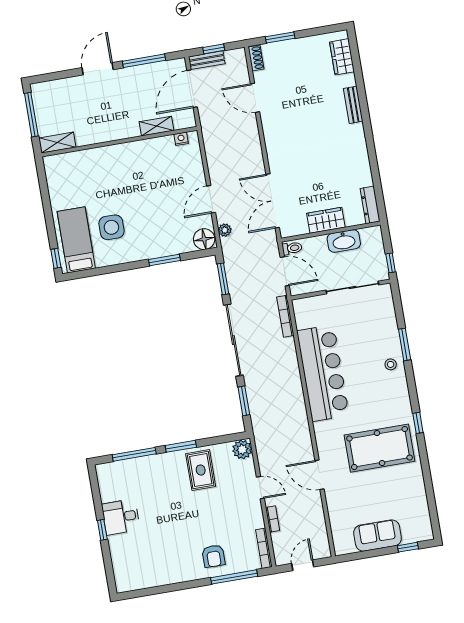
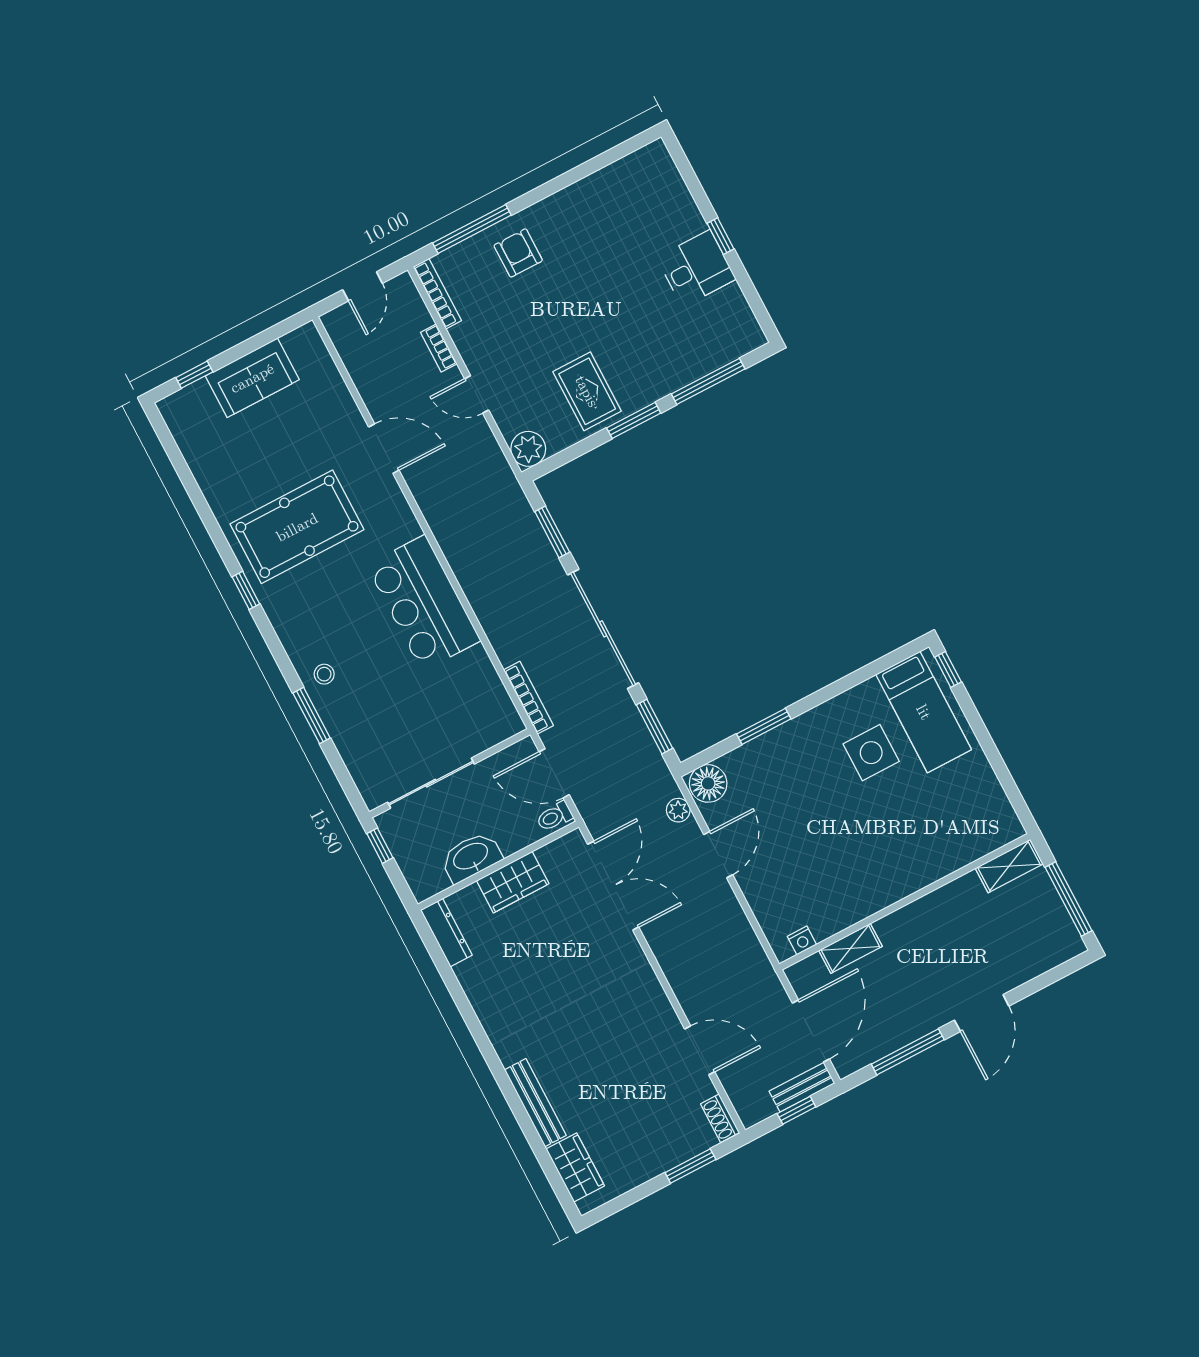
bench: (353, 105) -> (535, 1103), width x1.36
bar counter: (323, 373) -> (424, 603), width x0.73

